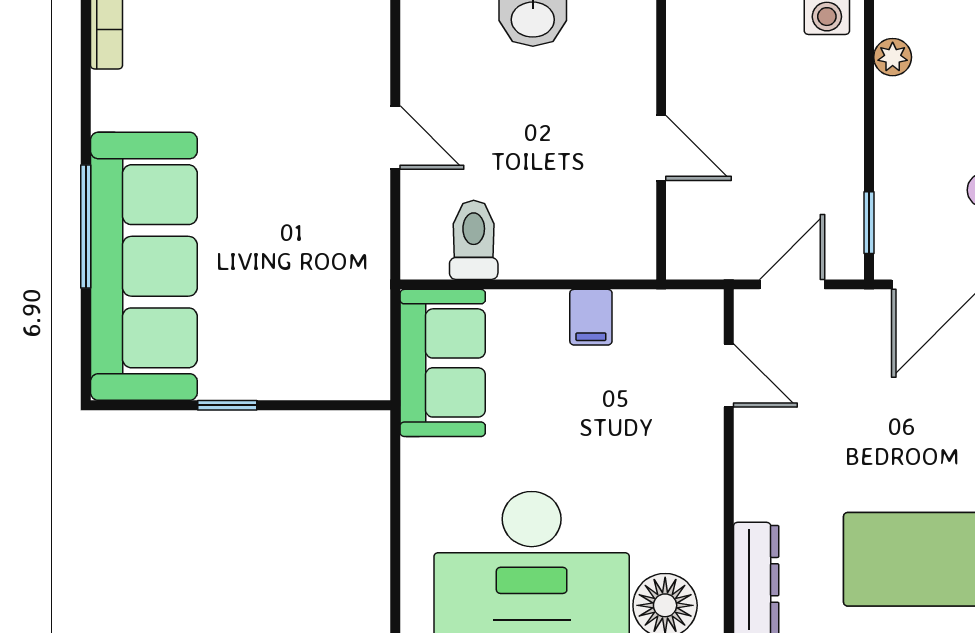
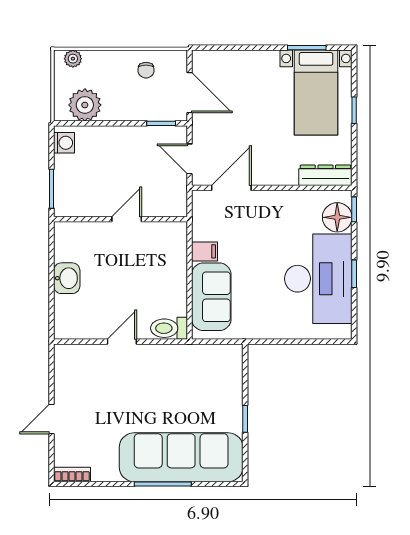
plant: (893, 57) -> (85, 105), width x1.88, depth x1.88
toilet: (474, 240) -> (169, 328), moved
sofa: (443, 363) -> (211, 297), moved, turned 90
door: (729, 375) -> (231, 188), width x1.38

